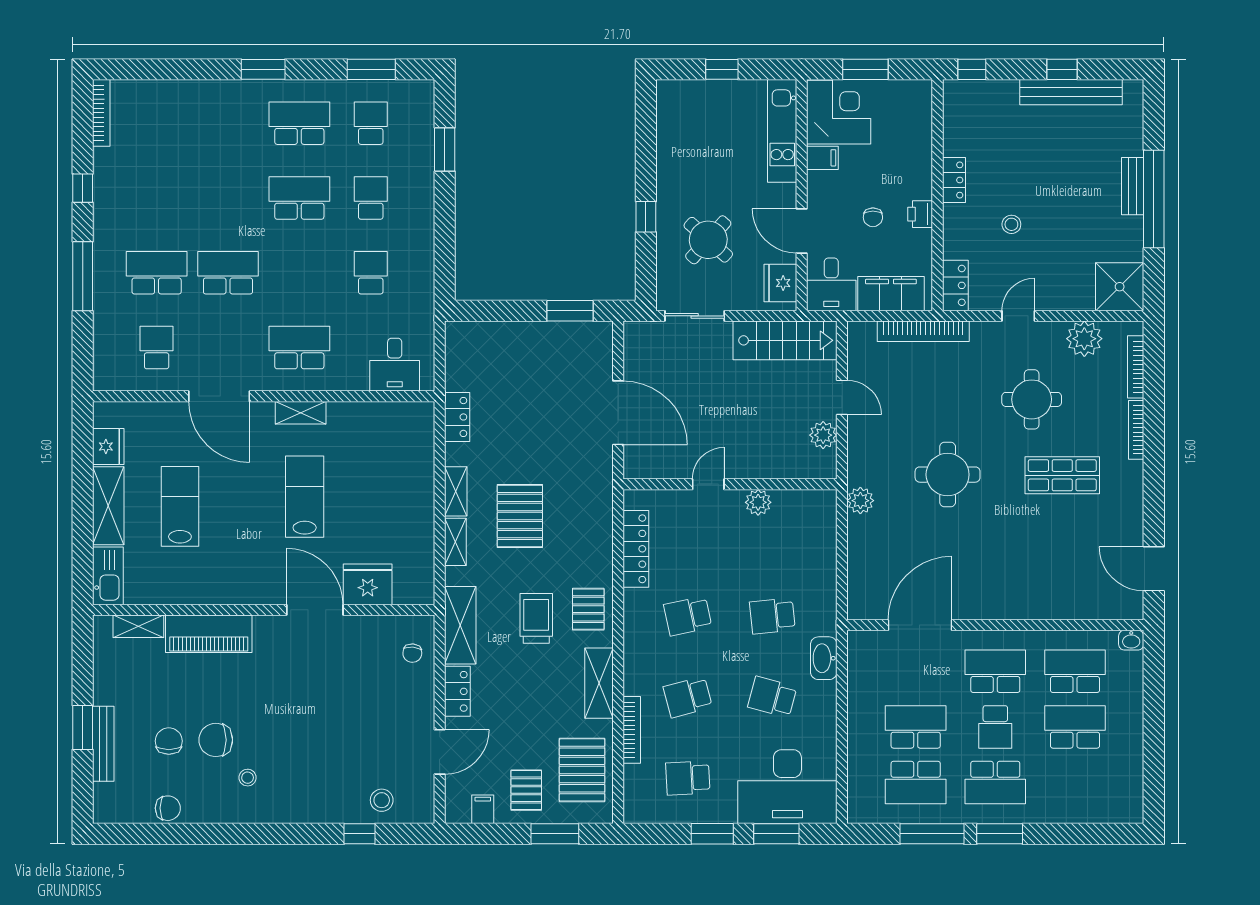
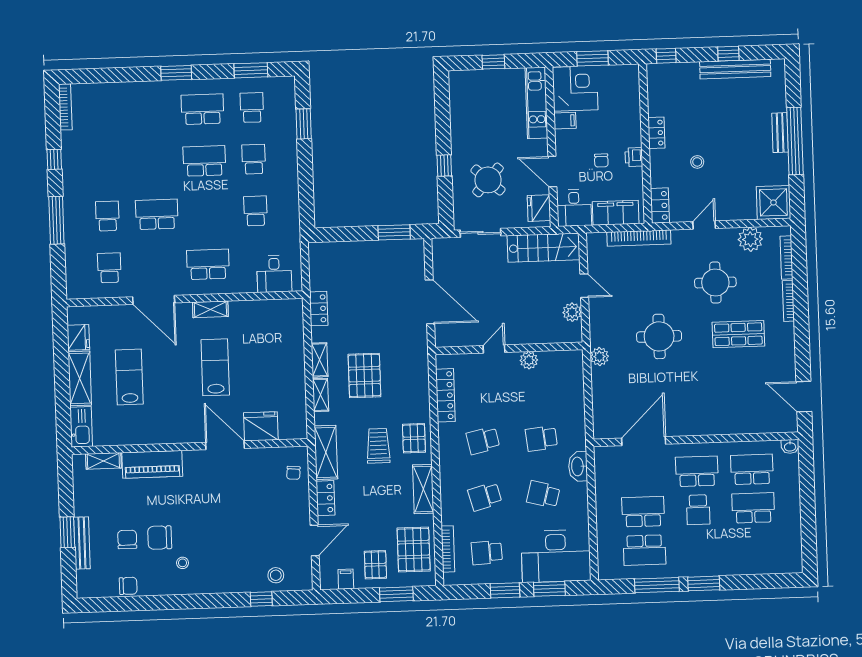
school desk: (157, 273) -> (107, 216), width x0.54
bookcase: (632, 730) -> (448, 549), moved
school desk: (995, 783) -> (700, 548), removed

